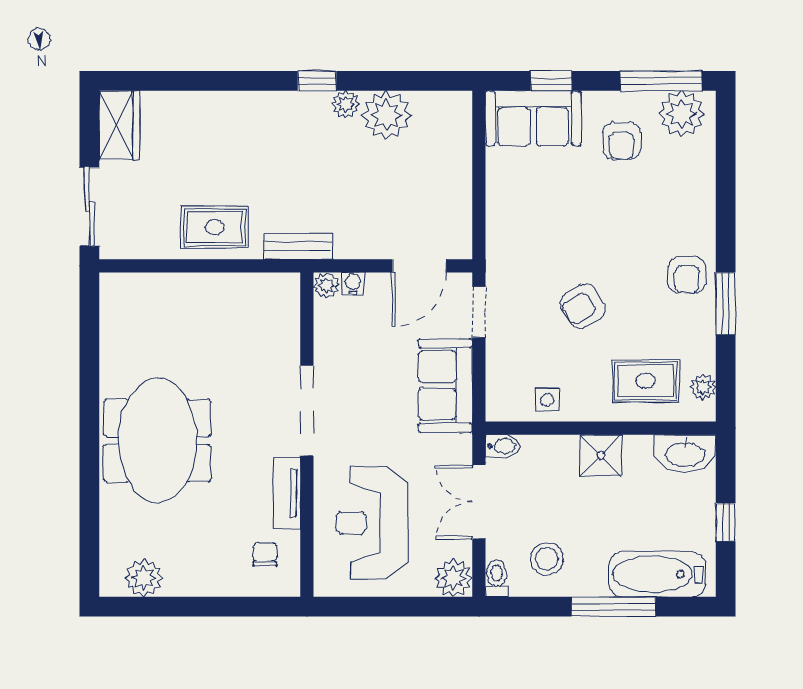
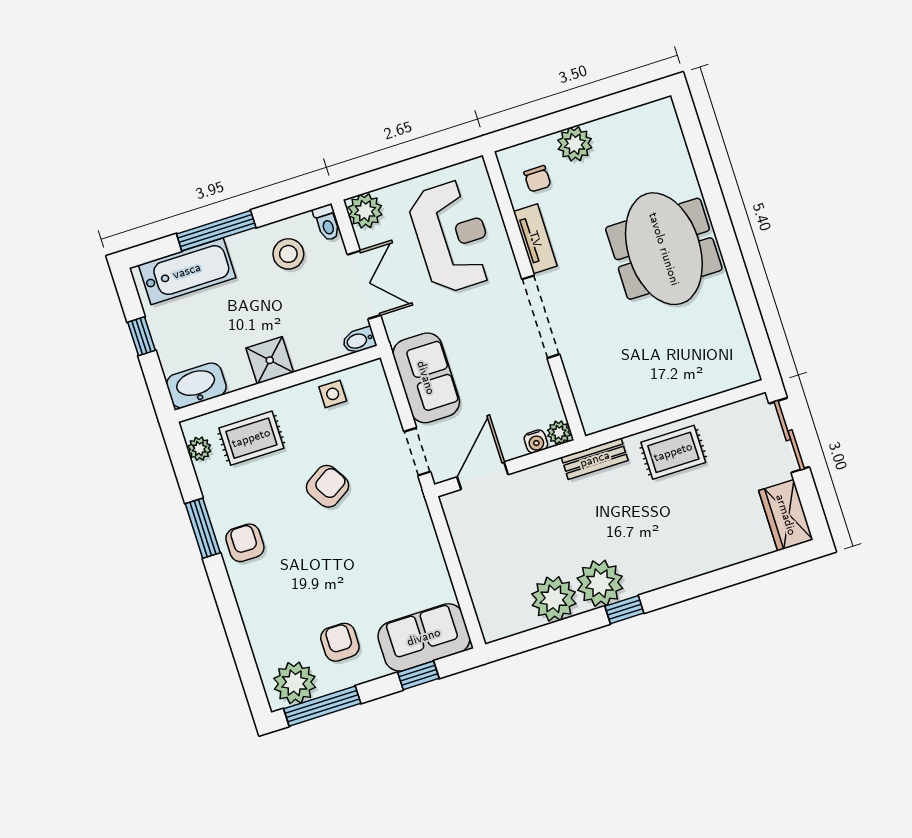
plant: (346, 104) -> (600, 583), width x1.88, depth x1.88
plant: (144, 578) -> (575, 144), moved

